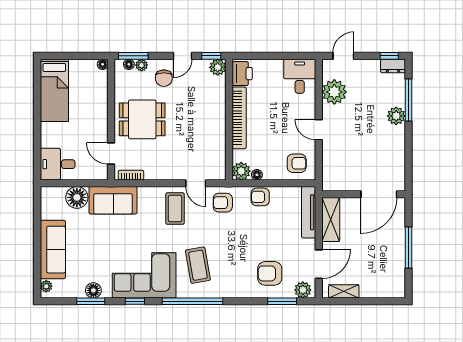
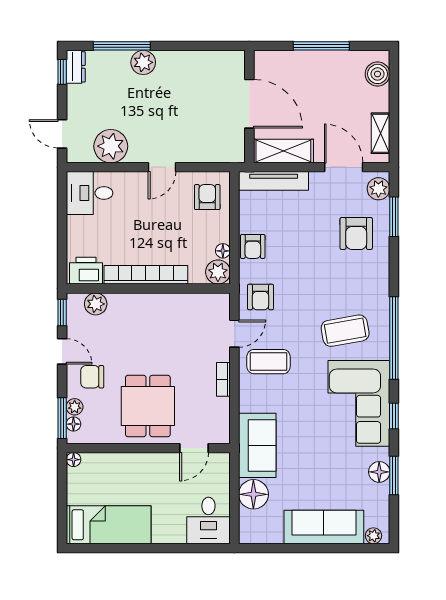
plant: (218, 67) -> (96, 304), moved
chair: (164, 78) -> (92, 377), turned 180
bookcase: (131, 175) -> (223, 379), moved
door: (379, 194) -> (249, 104), moved
boiler: (388, 289) -> (377, 74), added

